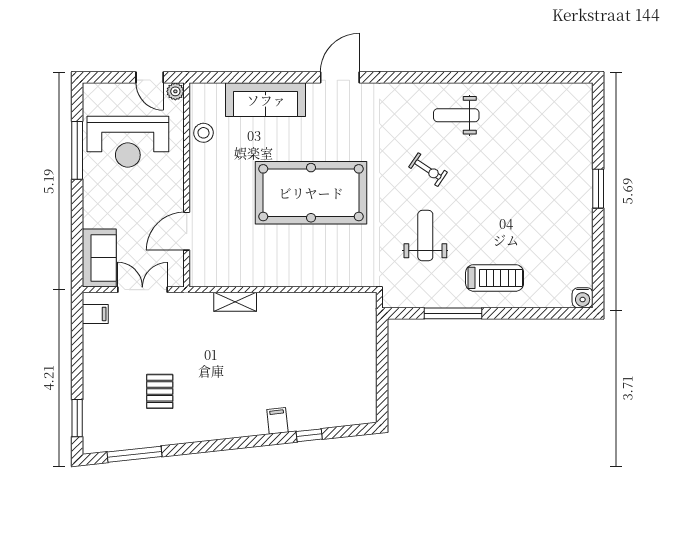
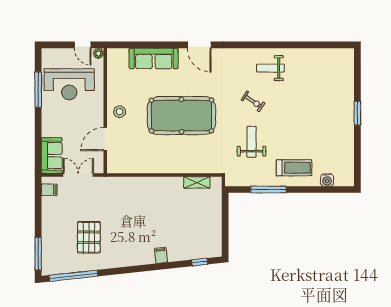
door: (340, 77) -> (199, 45), swing flipped
stool: (203, 133) -> (120, 112), moved
water cooler: (583, 298) -> (327, 180), moved
shelving: (235, 302) -> (197, 182), moved
pallet: (160, 391) -> (89, 237), width x1.50, depth x1.42
window: (77, 418) -> (38, 254), width x1.44
window: (309, 435) -> (200, 262), moved
window: (135, 454) -> (73, 276), width x1.46

